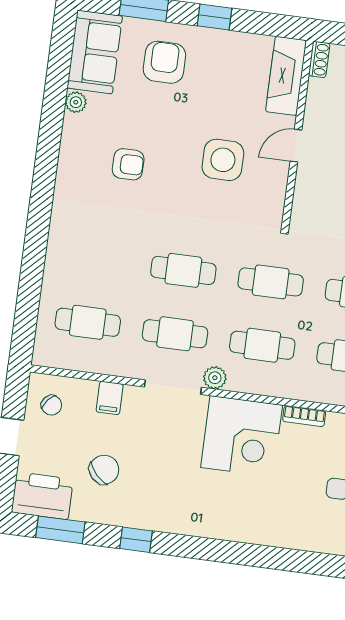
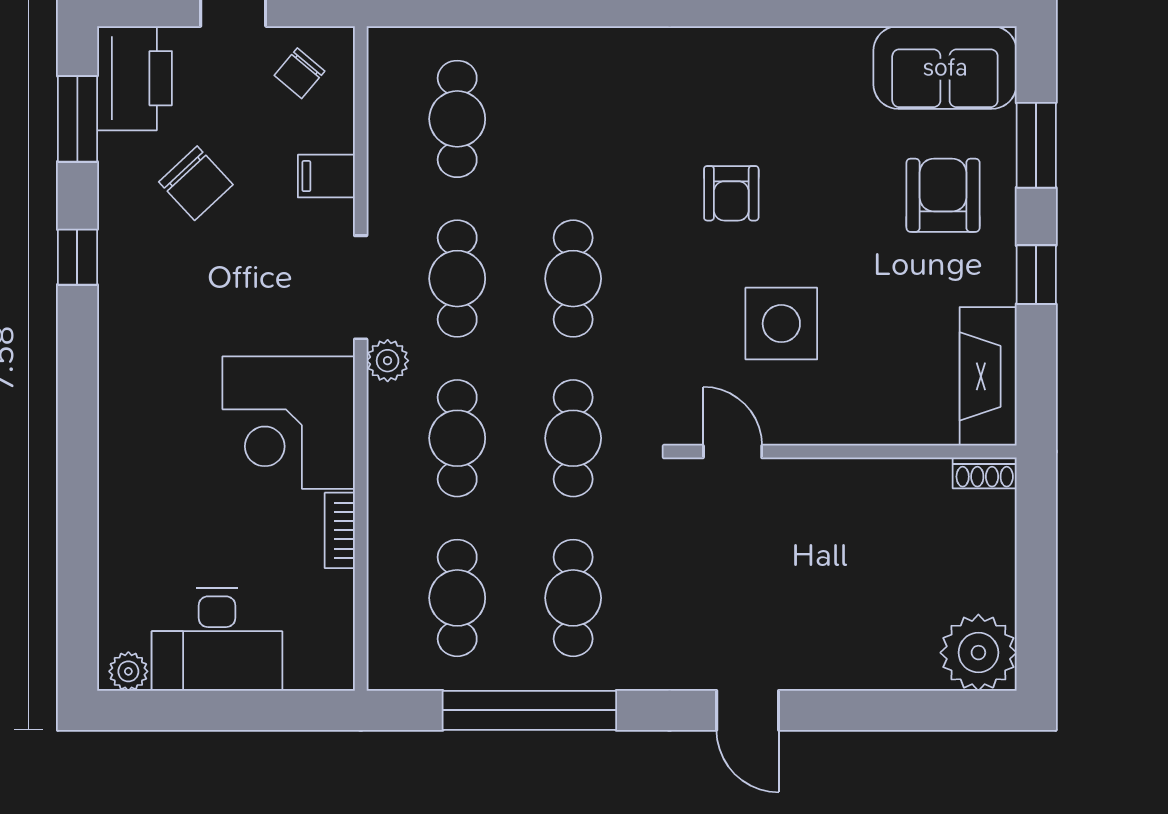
armchair: (164, 62) -> (943, 195), turned -90
fireplace: (286, 76) -> (988, 376), moved, turned -90
plant: (76, 102) -> (850, 45), removed
door: (296, 146) -> (733, 452), moved
armchair: (128, 164) -> (731, 193), moved

